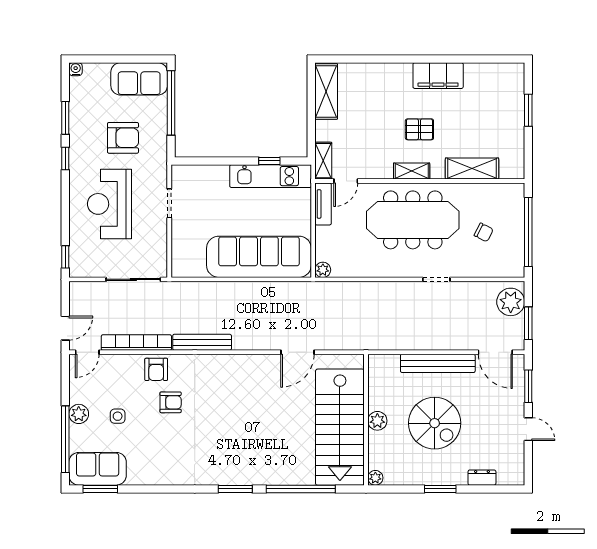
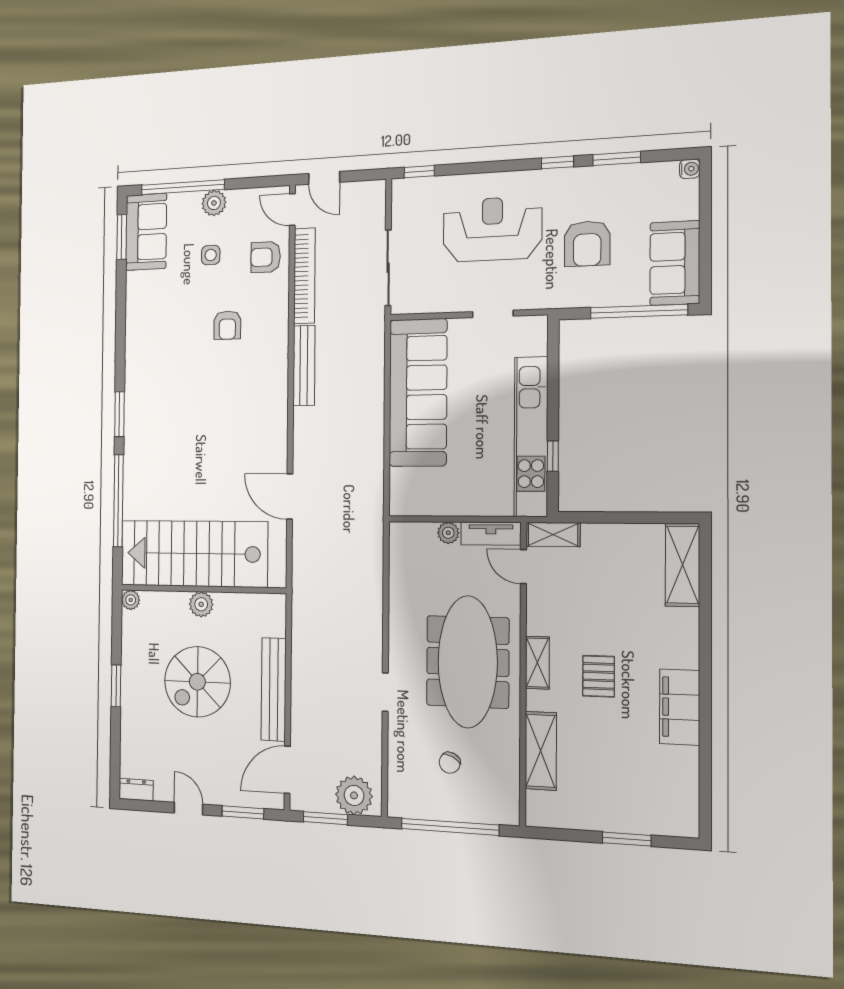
shelving: (326, 91) -> (683, 565), moved, turned 90
kitchen unit: (271, 176) -> (531, 437), width x1.36
sofa: (259, 257) -> (418, 393), moved
plant: (323, 270) -> (448, 533), moved
armchair: (156, 369) -> (266, 257), moved
door: (528, 429) -> (188, 809), swing flipped
dresser: (482, 478) -> (136, 790), moved, turned -90

